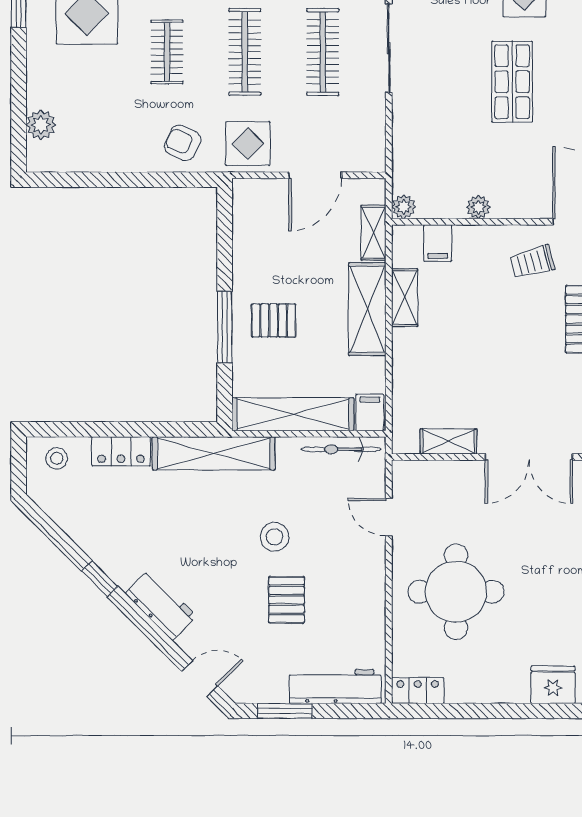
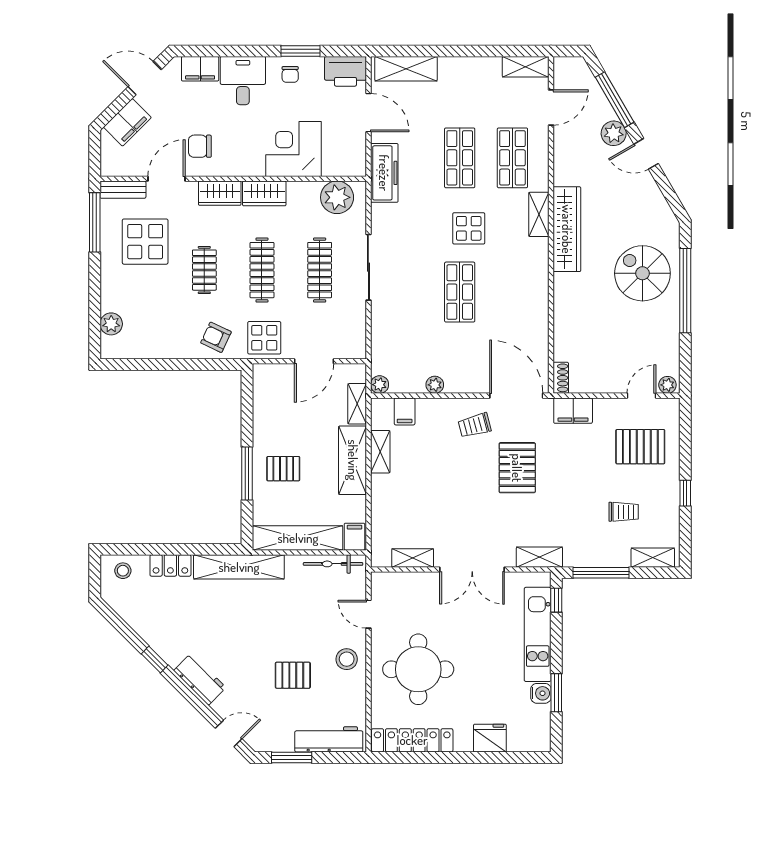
stool: (275, 537) -> (347, 659), moved
pallet: (286, 600) -> (293, 675), turned 90
locker: (418, 691) -> (412, 740), width x2.16, depth x1.21

